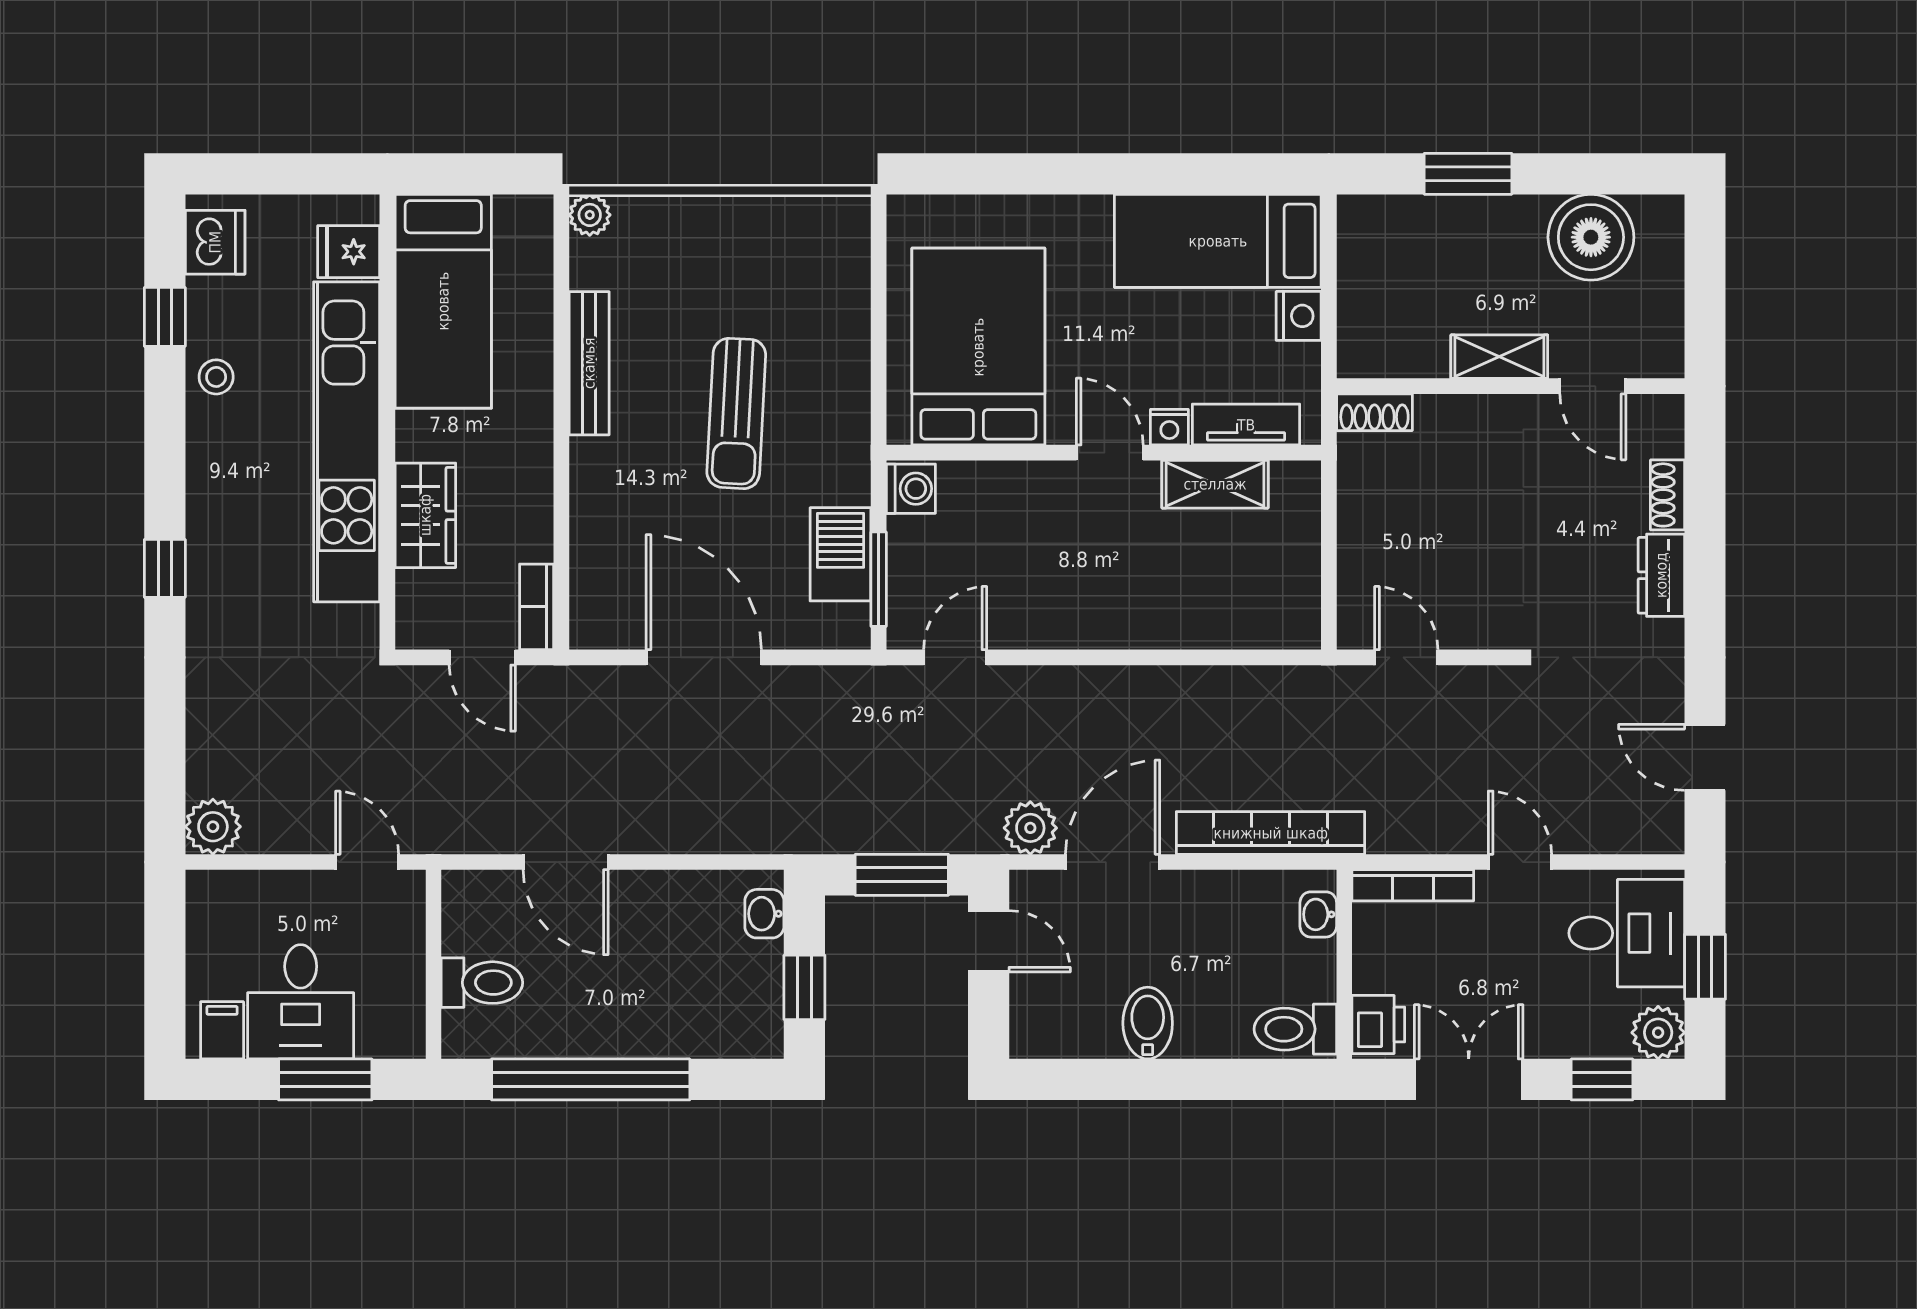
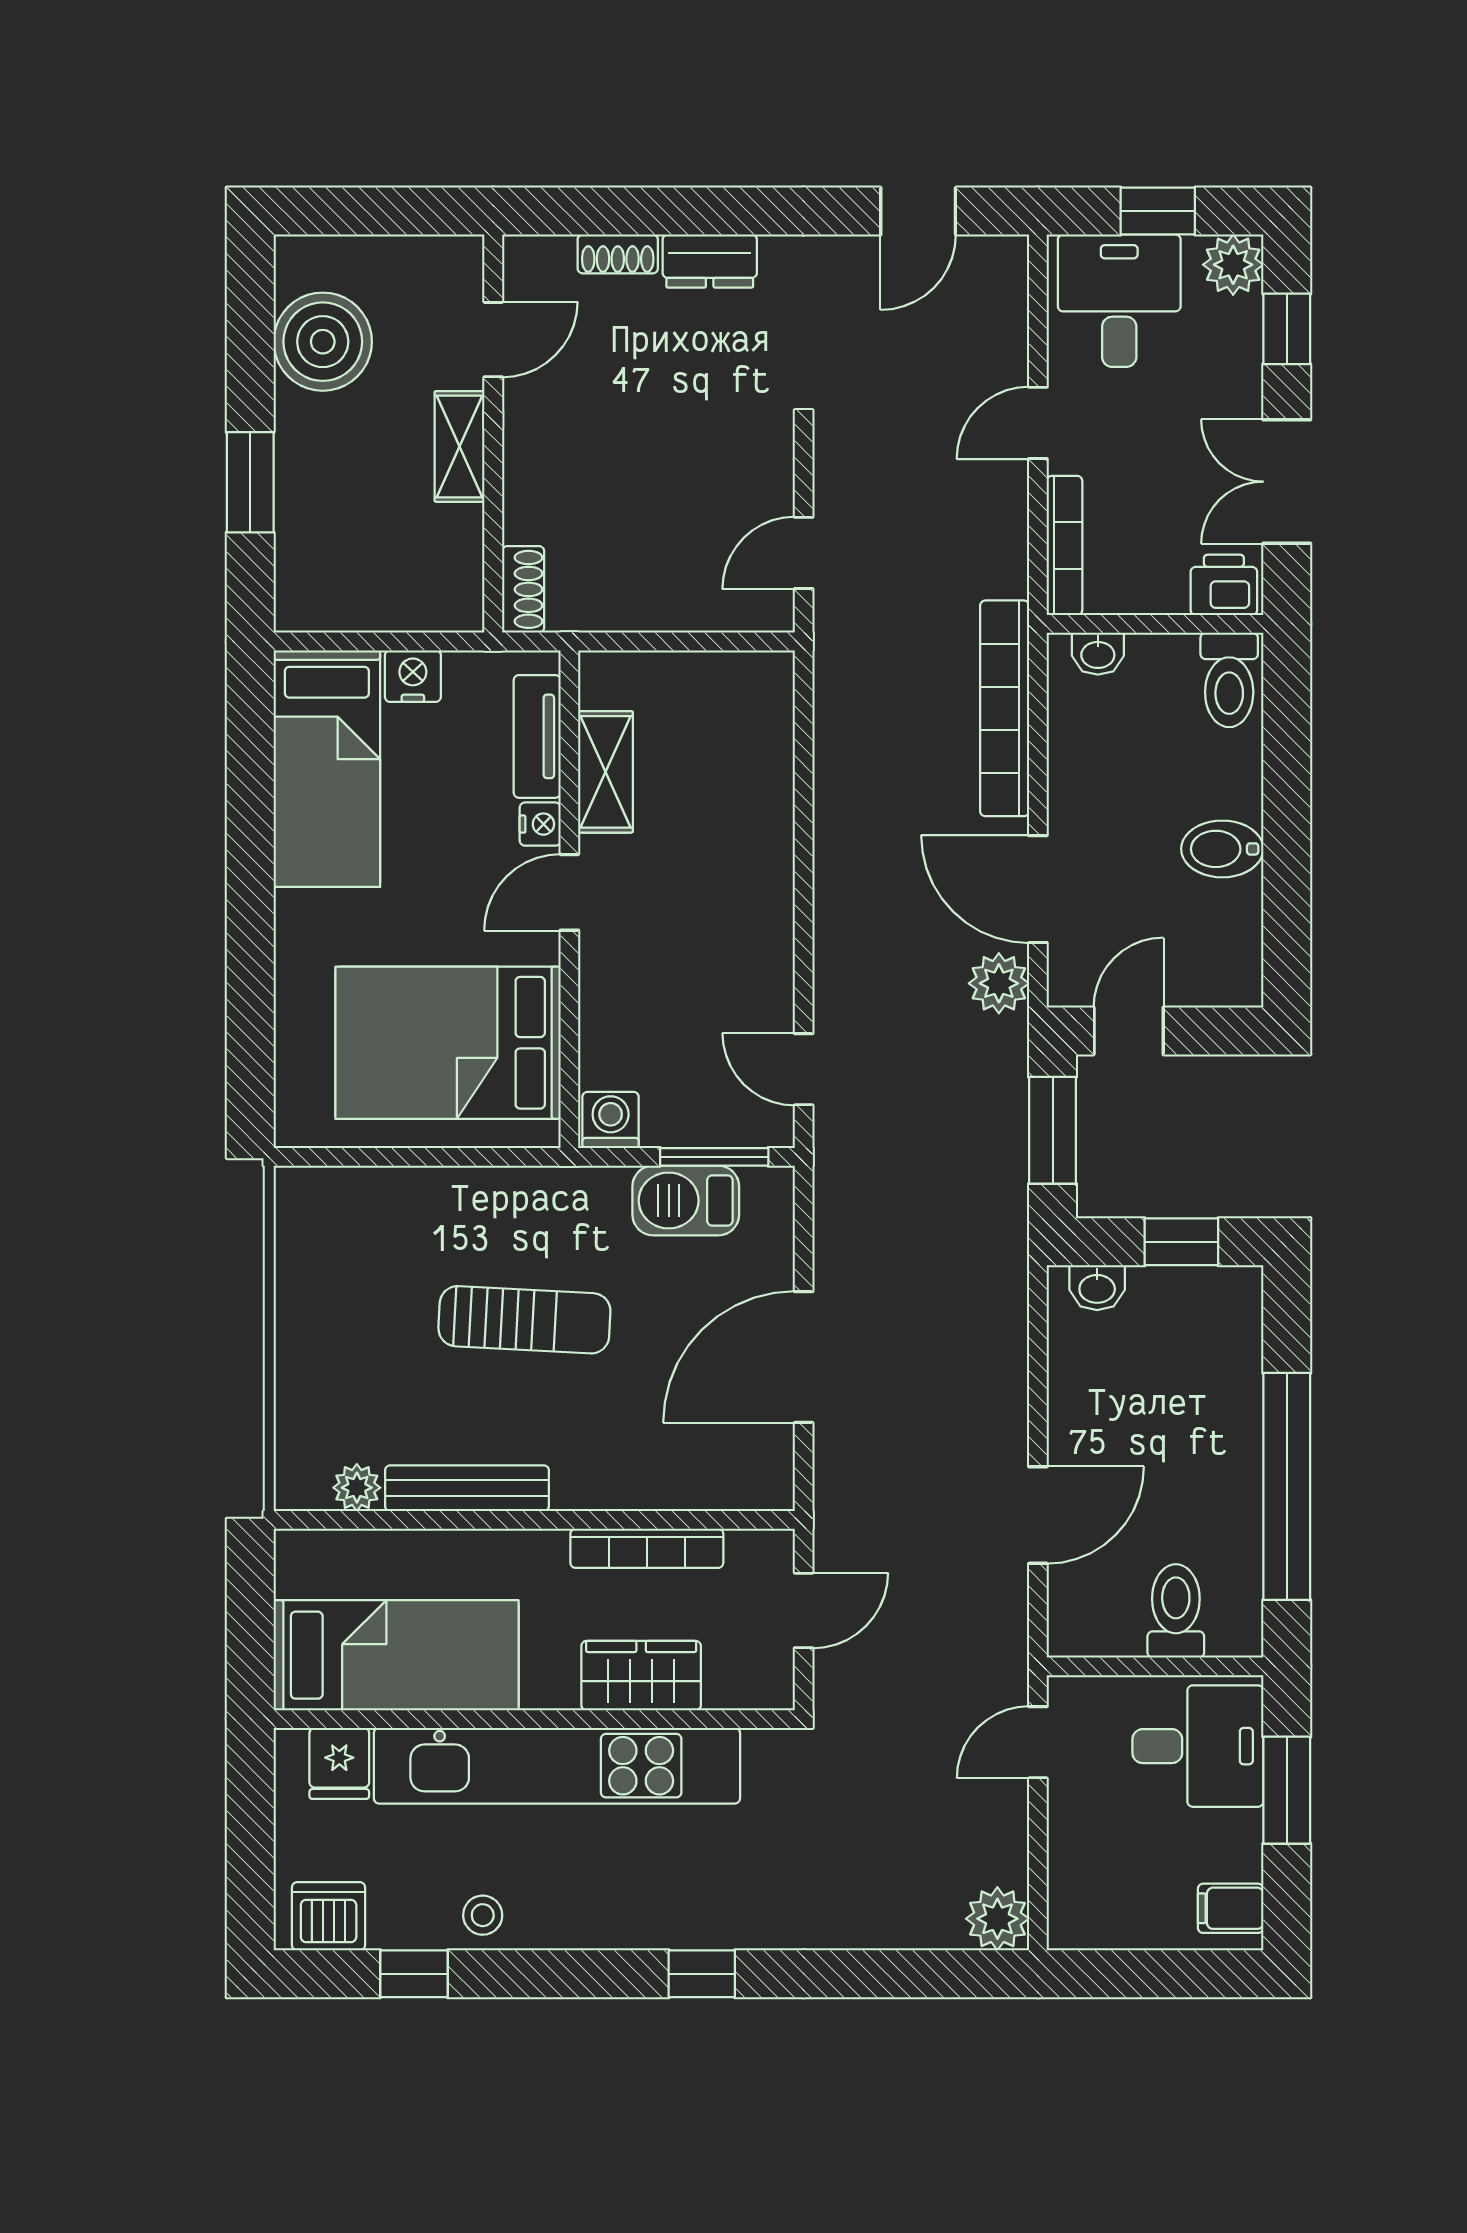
plant: (590, 215) -> (357, 1488), moved
bookcase: (537, 607) -> (647, 1548), moved, width x1.56
desk: (301, 1002) -> (1198, 1746), moved

